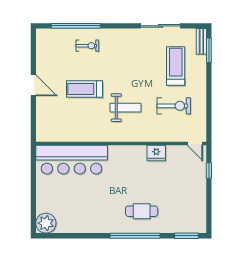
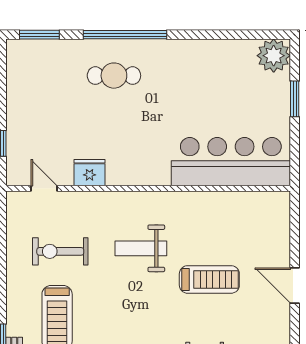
door: (195, 144) -> (44, 188), moved
window: (33, 197) -> (295, 99), added

